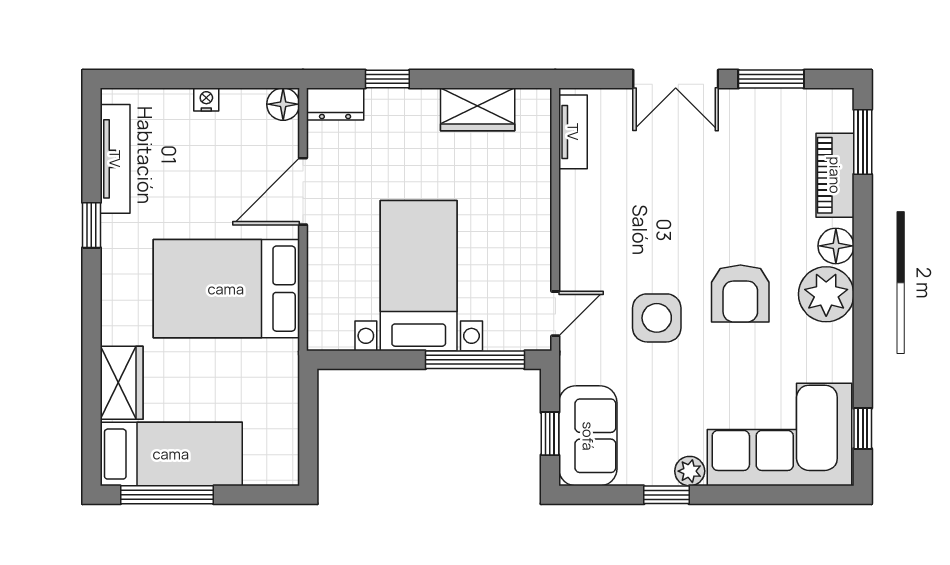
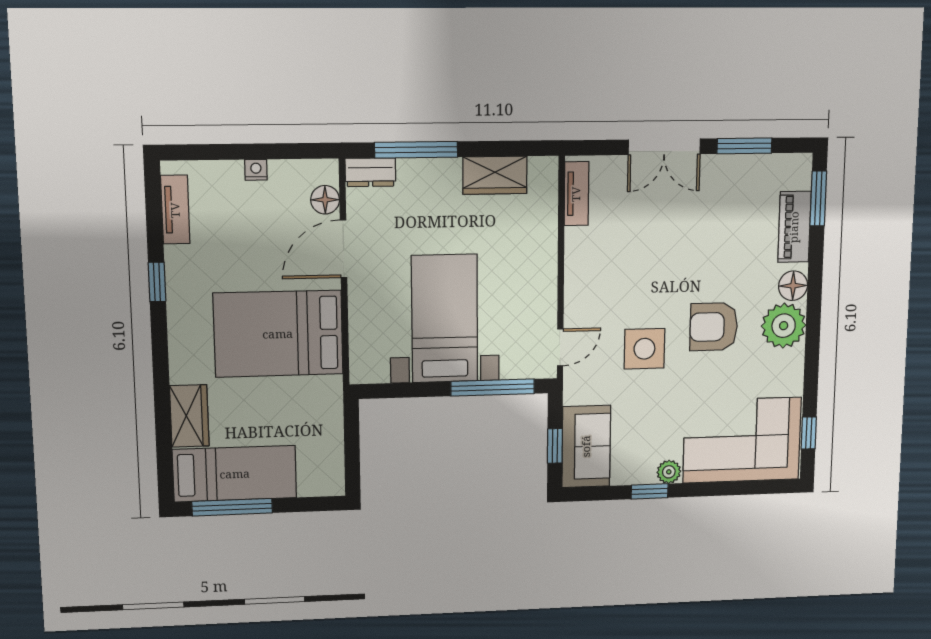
window: (387, 79) -> (416, 150), width x2.17
floor lamp: (283, 104) -> (325, 200), moved
tv unit: (115, 159) -> (175, 210), width x0.71
armchair: (740, 293) -> (714, 327), turned 90

